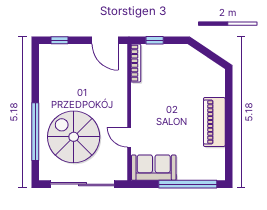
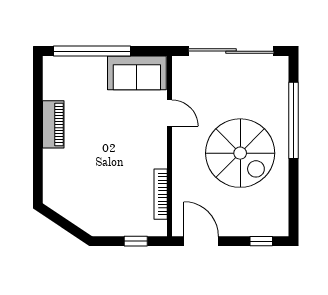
bookcase: (136, 63) -> (161, 194), moved
piano: (214, 122) -> (53, 124), width x0.73, depth x0.75
spiral stairs: (74, 137) -> (240, 153), moved

